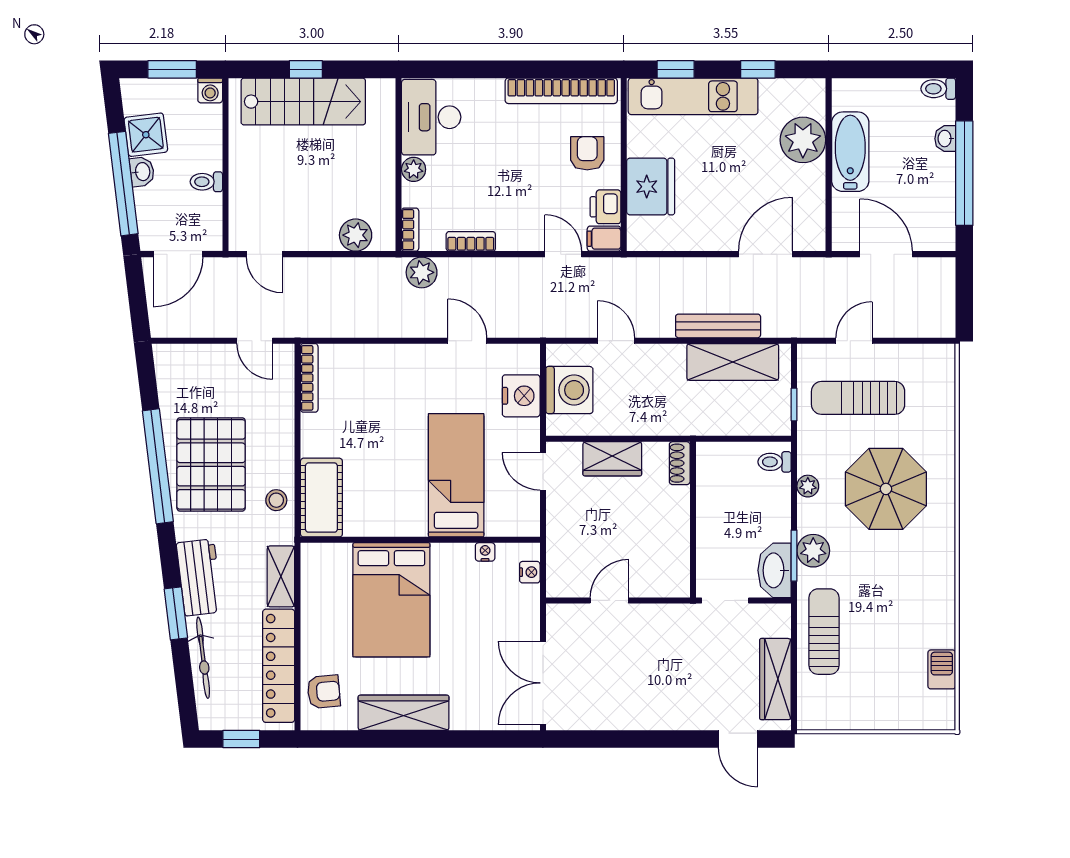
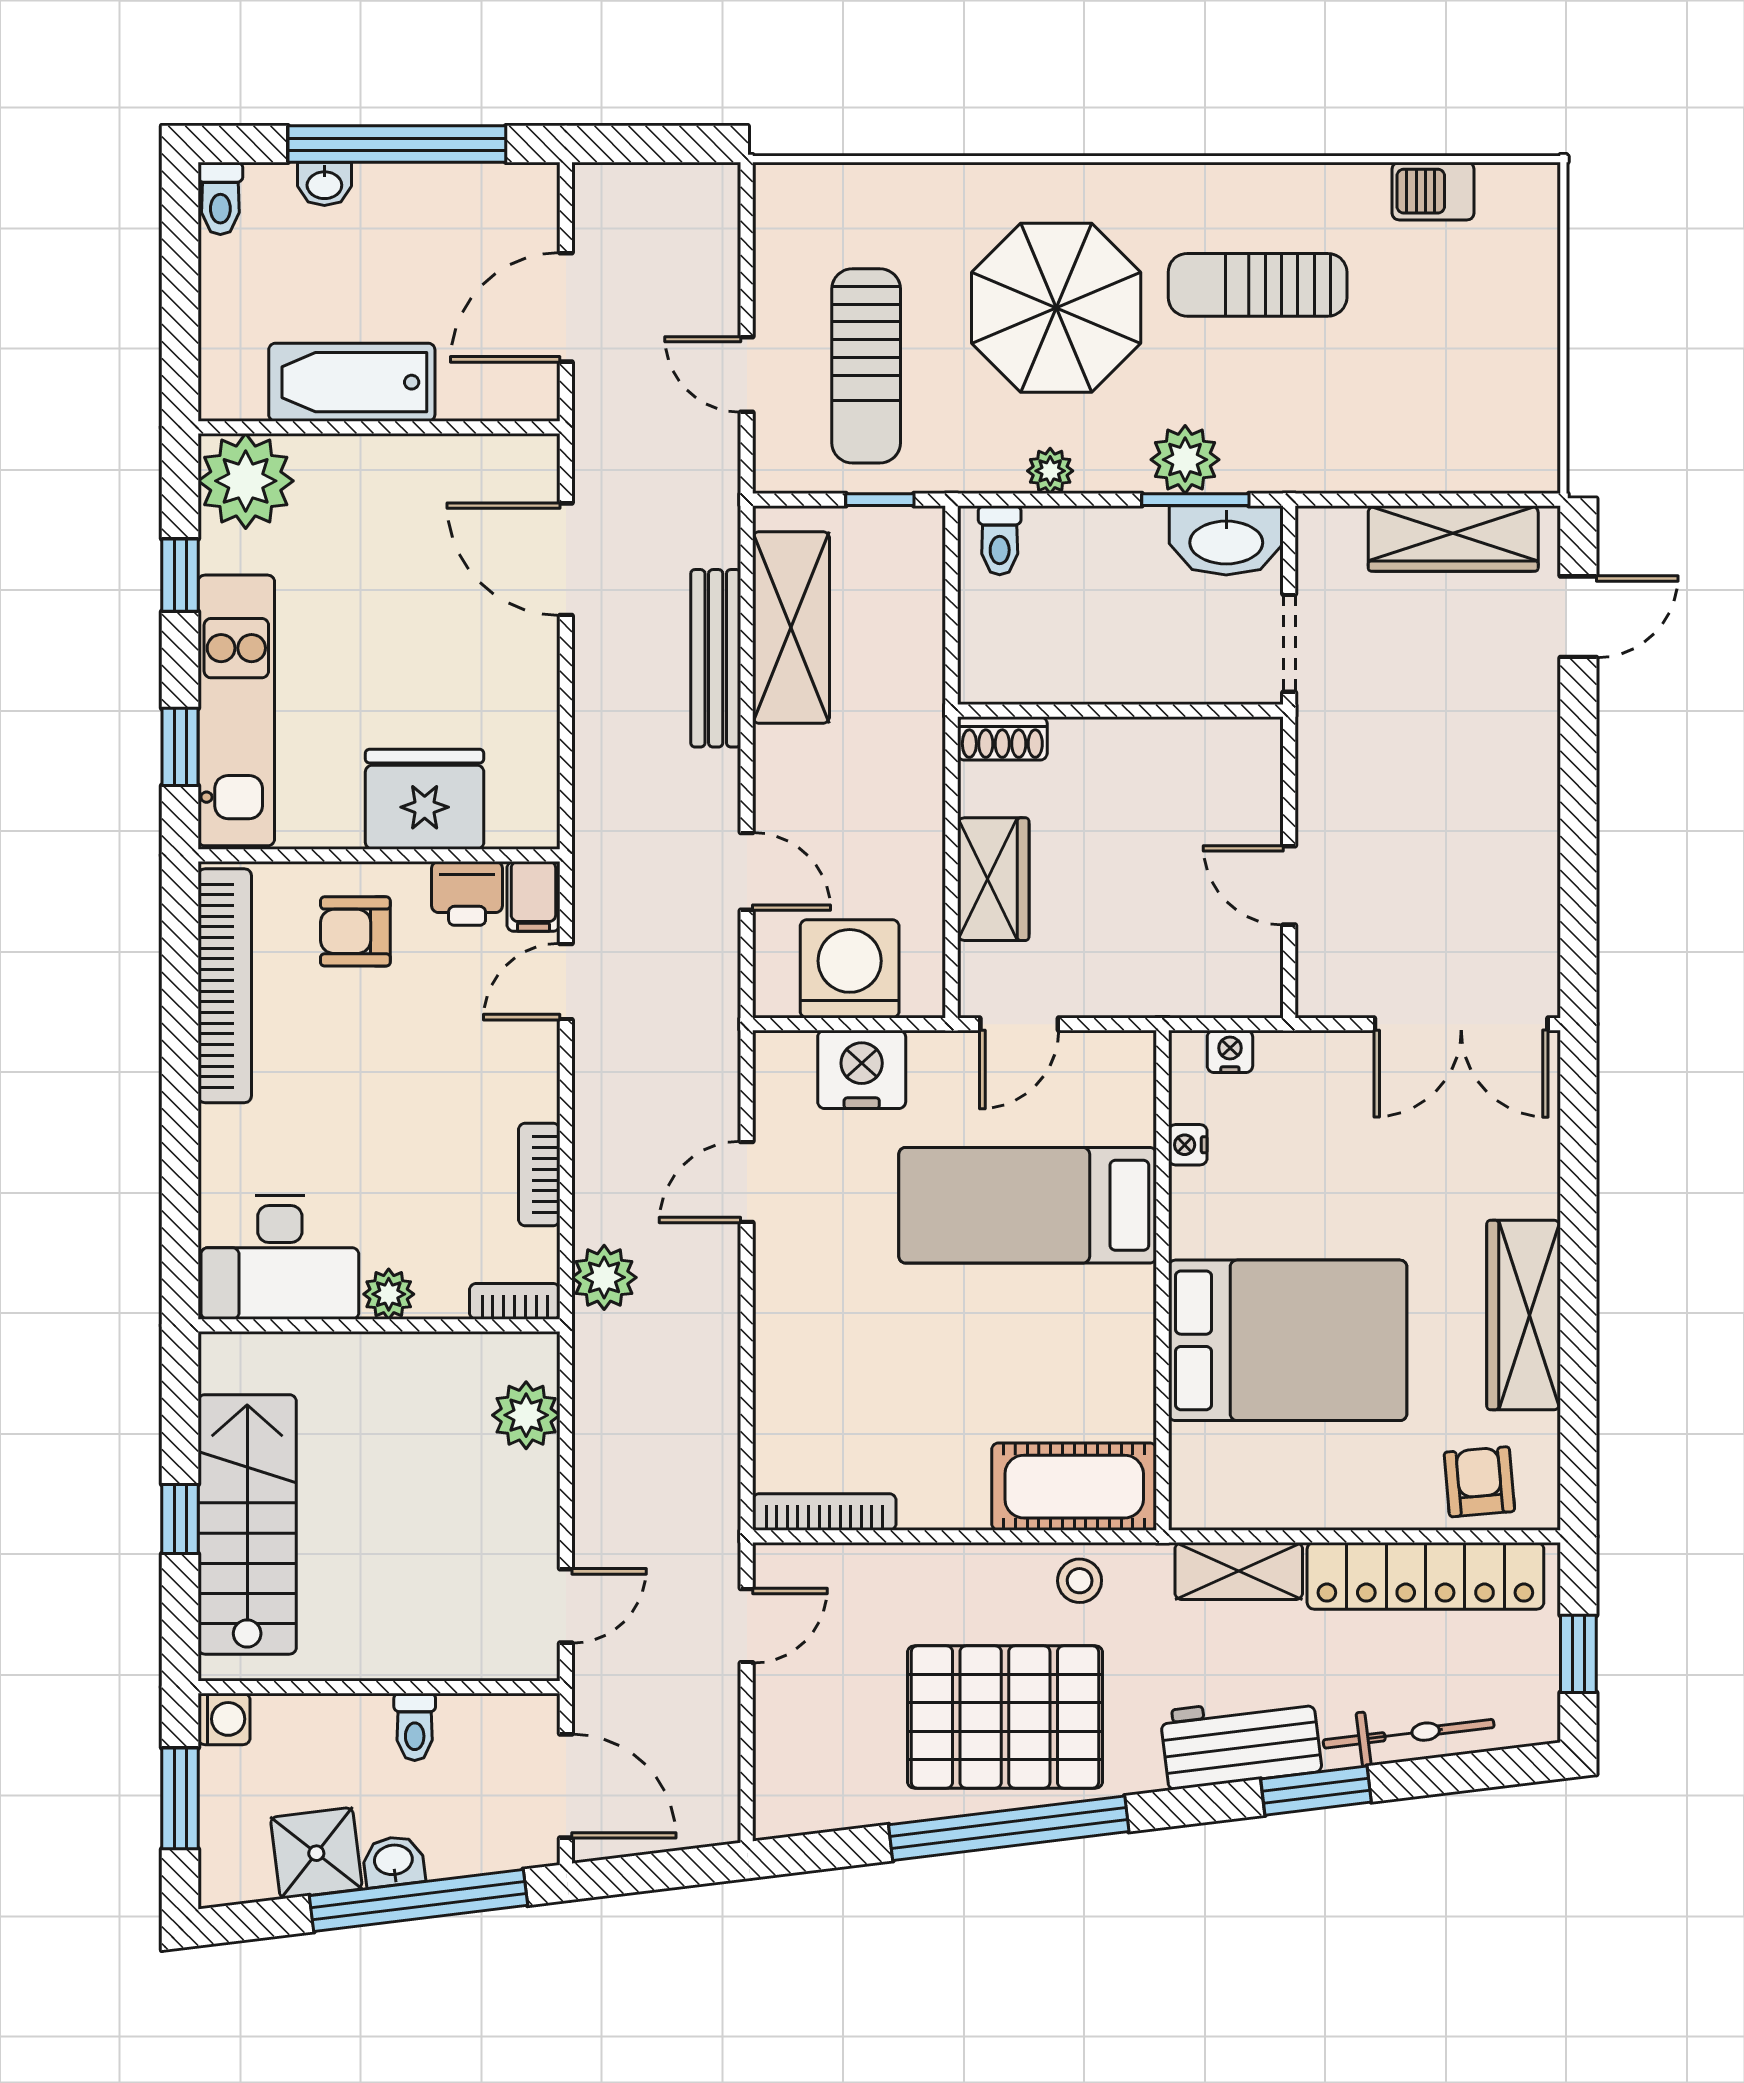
plant: (803, 140) -> (246, 481), moved
door: (616, 341) -> (747, 871), swing flipped
sun lounger: (824, 632) -> (1258, 285), moved

